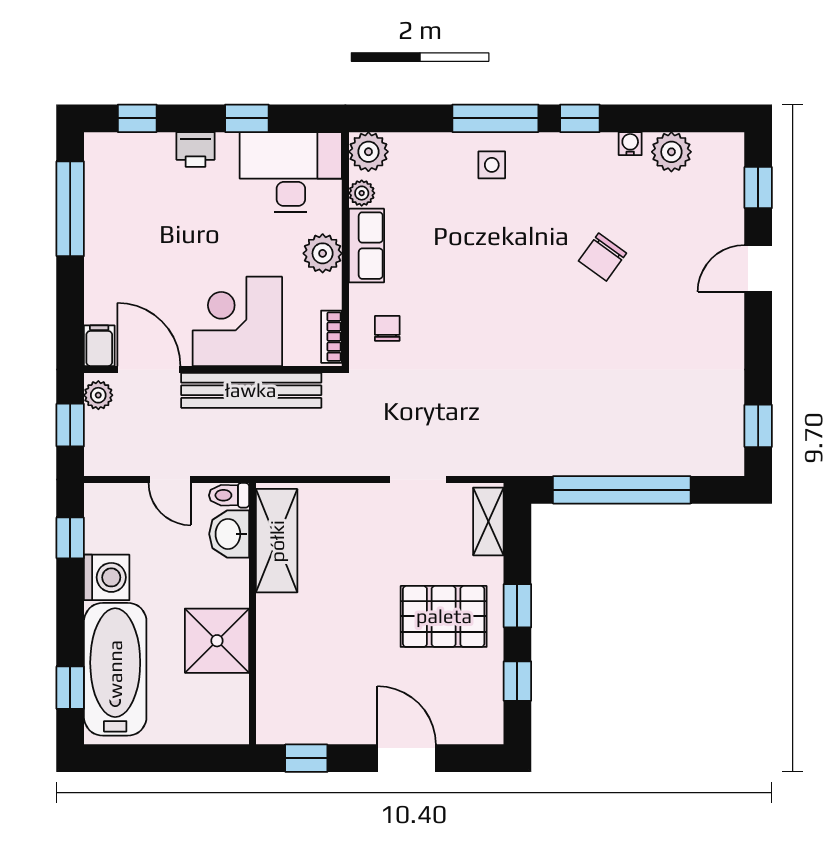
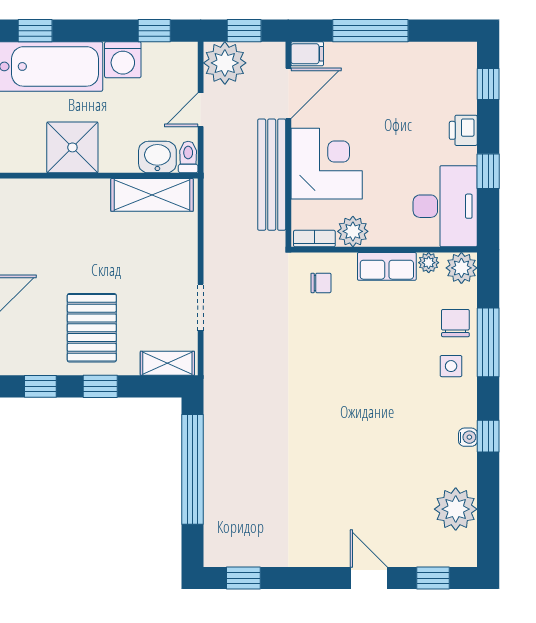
window: (495, 118) -> (488, 342), moved
water cooler: (630, 144) -> (468, 437), moved
plant: (671, 152) -> (456, 509), width x1.36, depth x1.36
window: (70, 209) -> (370, 31), moved
plant: (323, 253) -> (353, 231), moved
chair: (602, 257) -> (455, 323), moved, turned 54
plant: (98, 395) -> (225, 63), moved, width x1.88, depth x1.88

